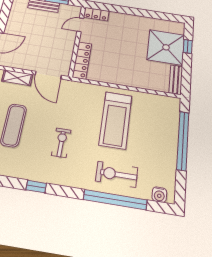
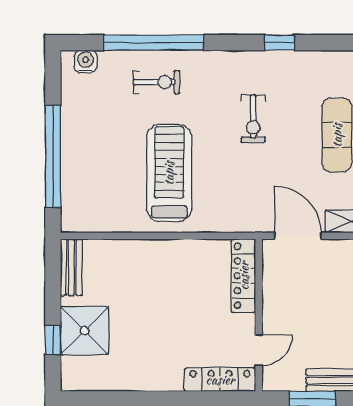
locker: (96, 14) -> (220, 380), width x1.53
shower: (166, 47) -> (85, 331), width x0.73, depth x0.73
exercise bike: (117, 174) -> (156, 82), width x0.73, depth x0.72

